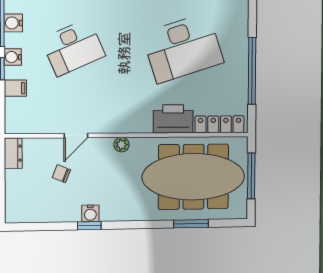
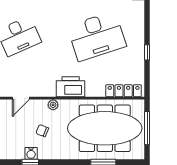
window: (252, 71) -> (147, 52), width x0.32
printer: (173, 119) -> (71, 87), moved
chair: (61, 174) -> (42, 131), moved

